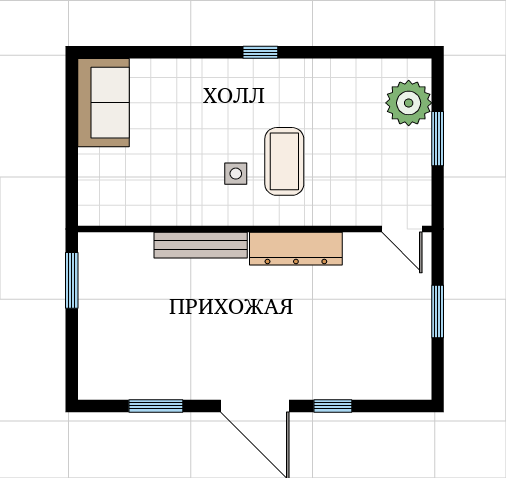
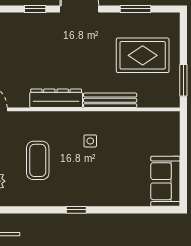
coffee table: (284, 161) -> (38, 160), moved
rug: (143, 324) -> (143, 55), added

